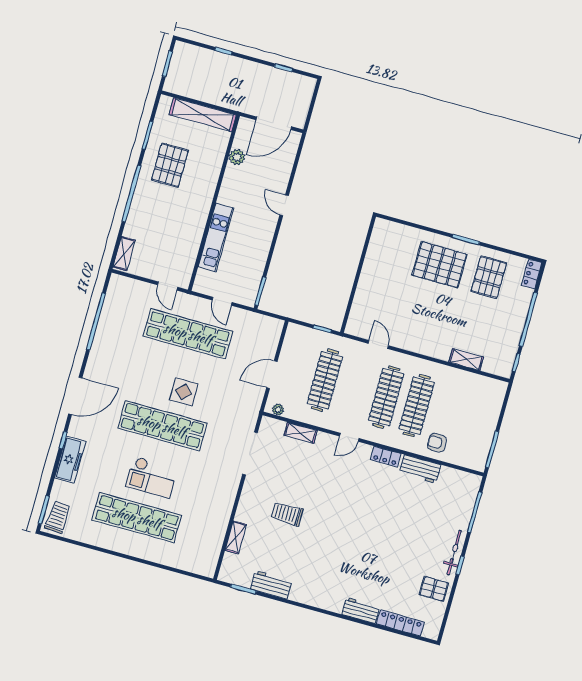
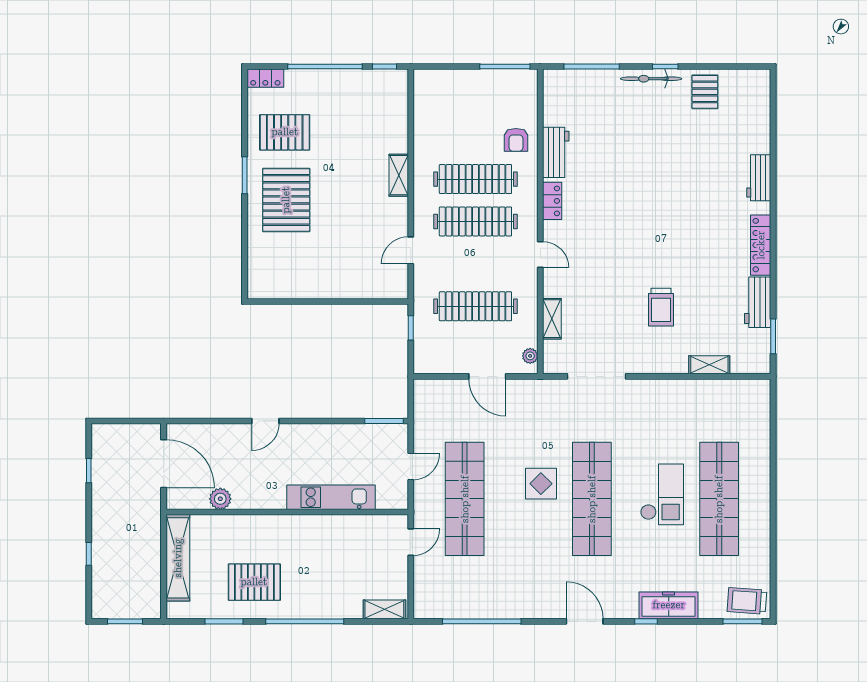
shelving: (466, 360) -> (399, 175), moved
door: (75, 396) -> (585, 621), width x0.73
locker: (400, 623) -> (761, 245), moved

